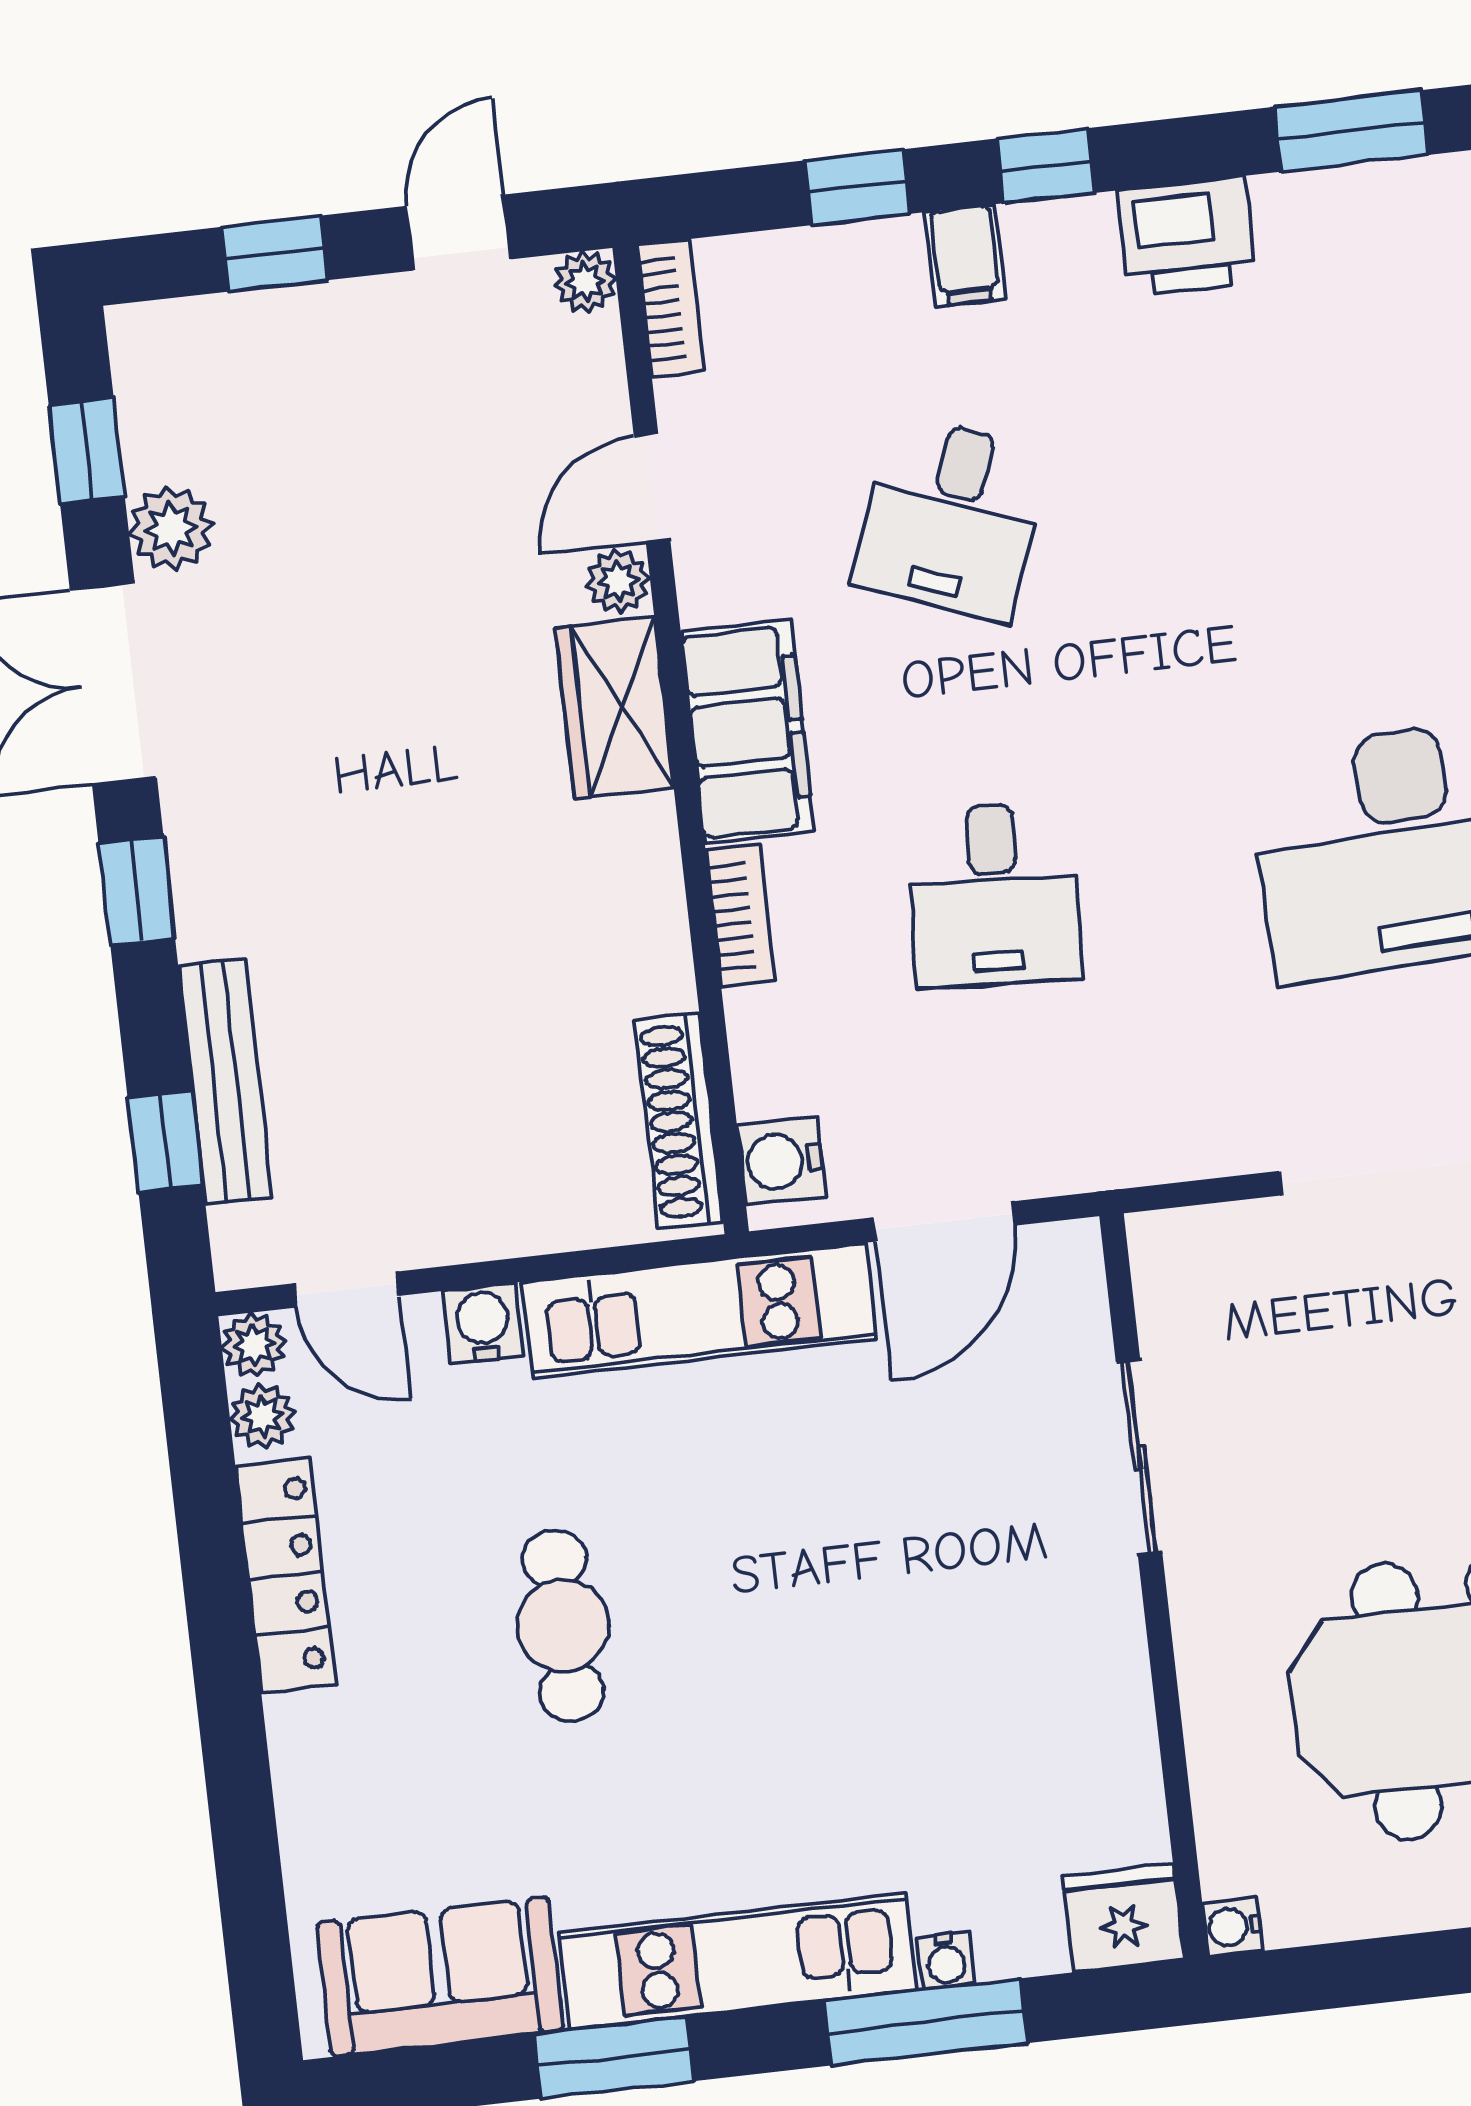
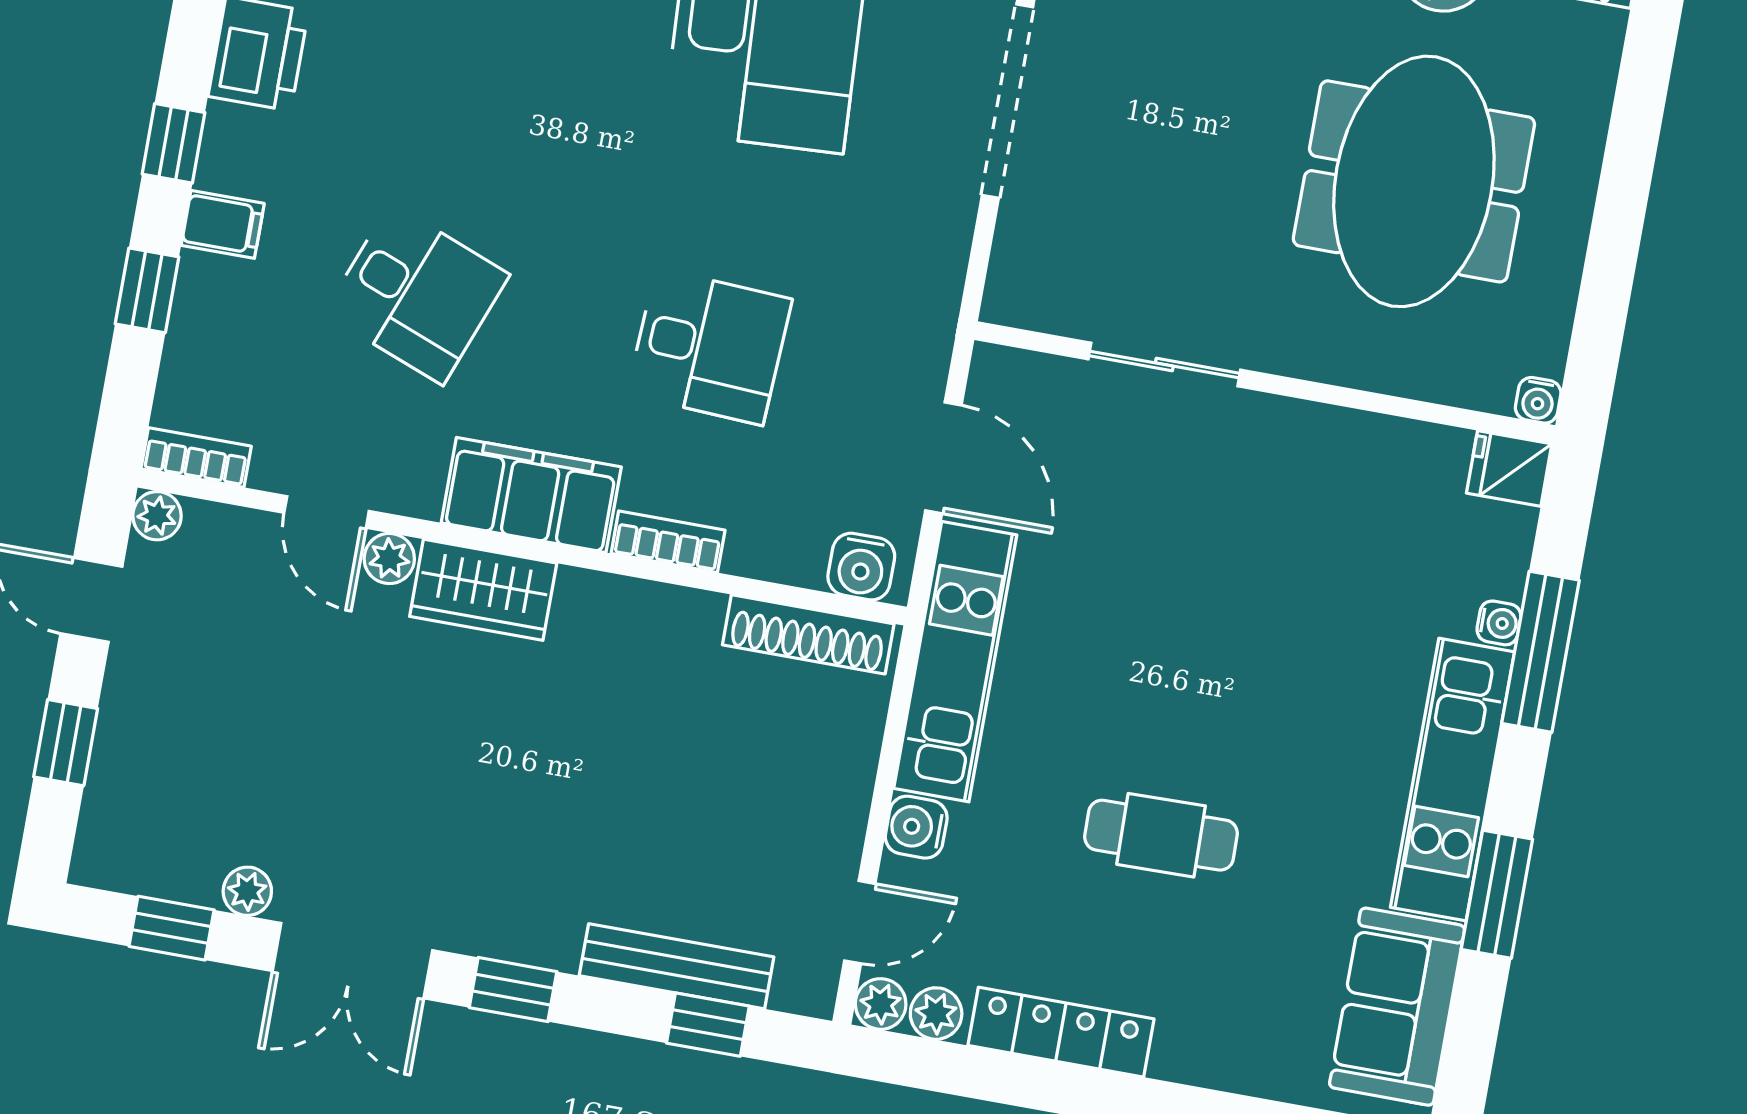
plant: (171, 529) -> (247, 891), width x0.73, depth x0.73
fridge: (1123, 1918) -> (1509, 468), width x0.72

